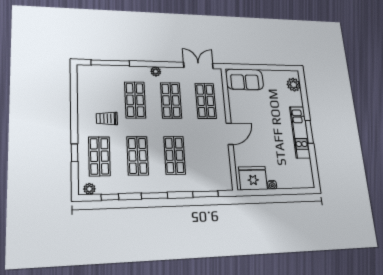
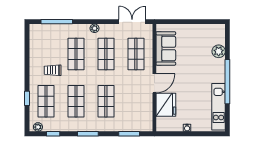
sofa: (245, 79) -> (166, 48), moved, turned -90
plant: (294, 85) -> (219, 51), moved
kitchen unit: (300, 132) -> (219, 107), moved
window: (309, 132) -> (227, 82), width x2.11
fridge: (253, 178) -> (166, 105), moved, turned 90

